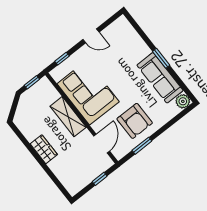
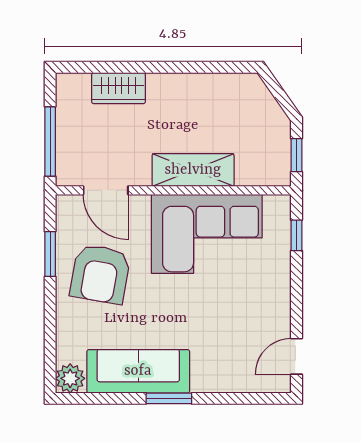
door: (91, 36) -> (297, 356), moved
armchair: (135, 121) -> (100, 274), turned -80
wardrobe: (44, 149) -> (118, 88), moved
window: (100, 179) -> (50, 141), width x2.17

